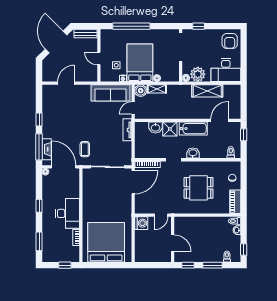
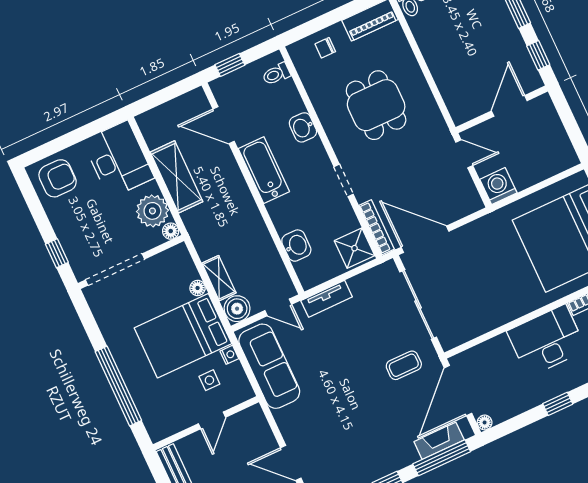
shower: (170, 129) -> (354, 248), moved
washbasin: (193, 153) -> (303, 127), moved

